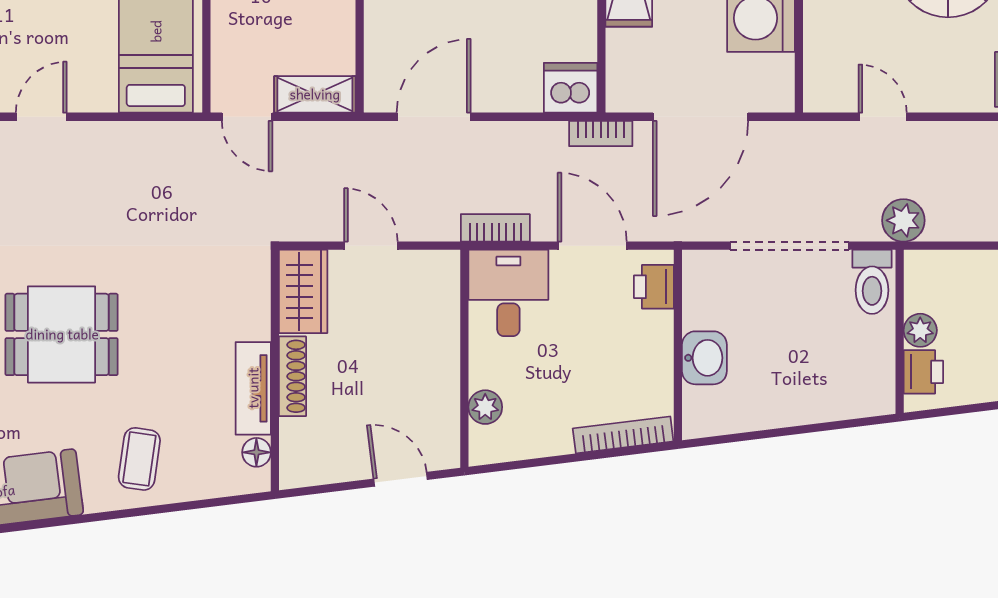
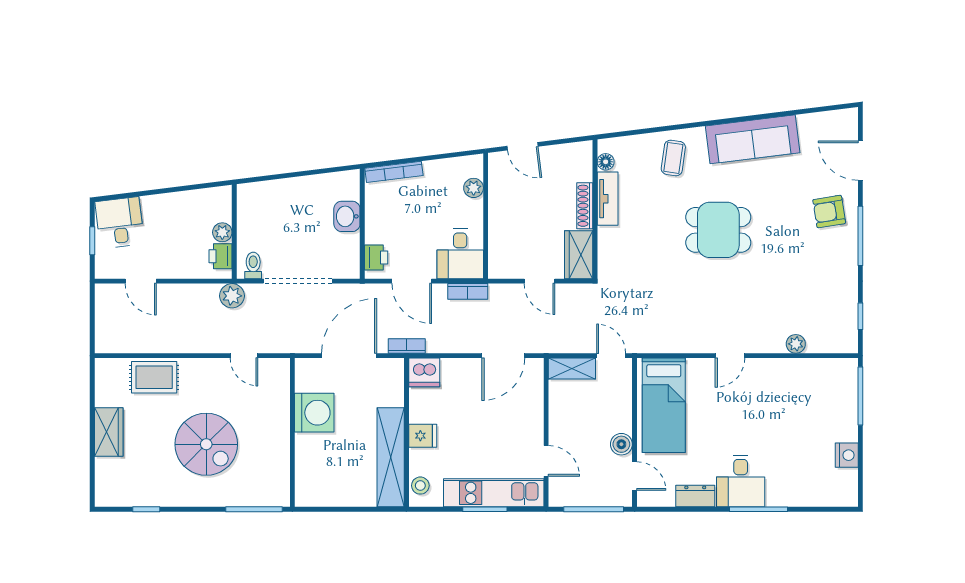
toilet: (872, 282) -> (253, 265), width x0.73, depth x0.72
printer: (923, 372) -> (220, 256), moved

